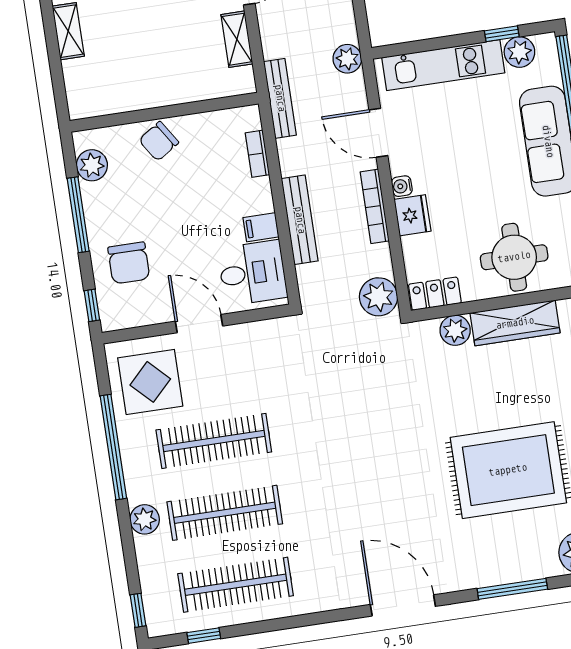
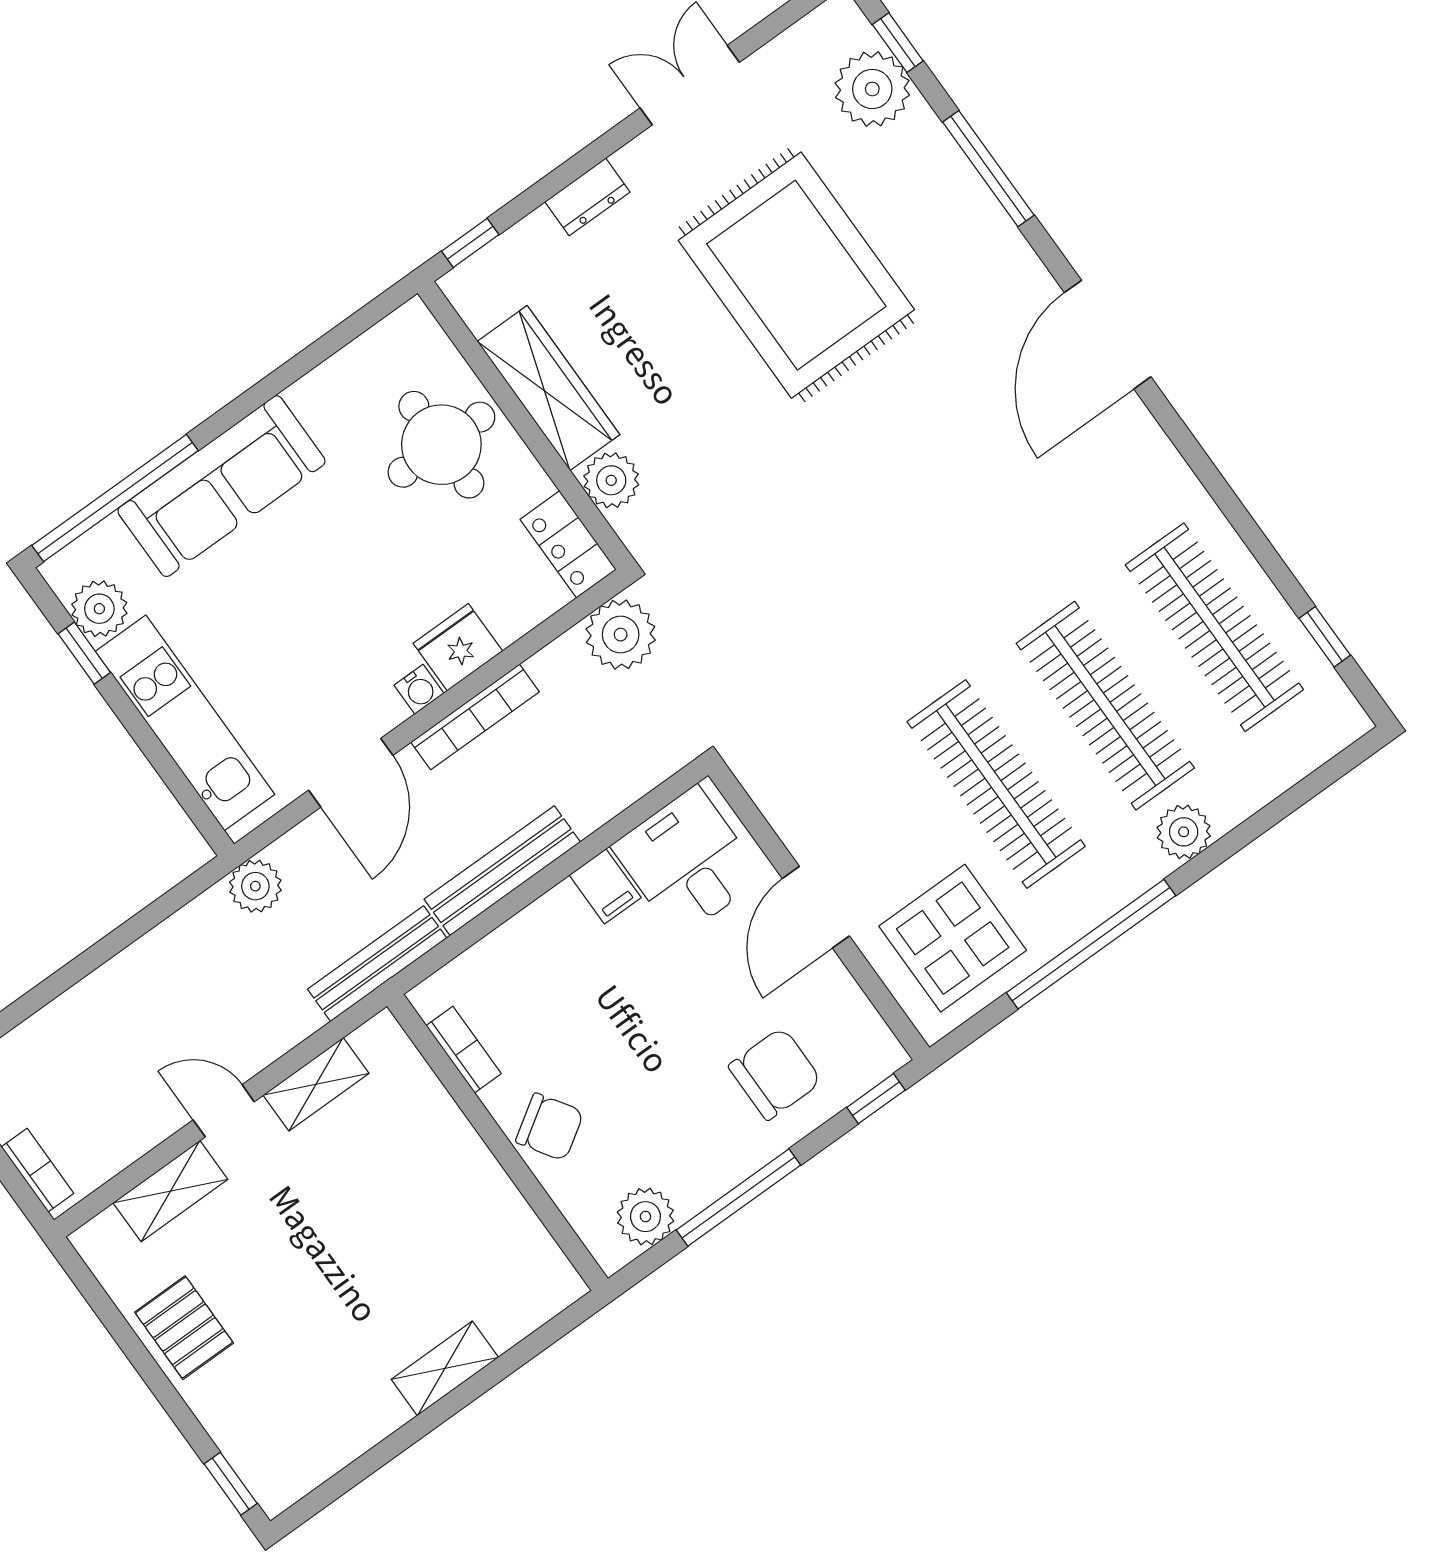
bookcase: (257, 154) -> (464, 1050), moved, turned -90
bench: (300, 220) -> (502, 871), moved
window: (138, 610) -> (1339, 766), removed

